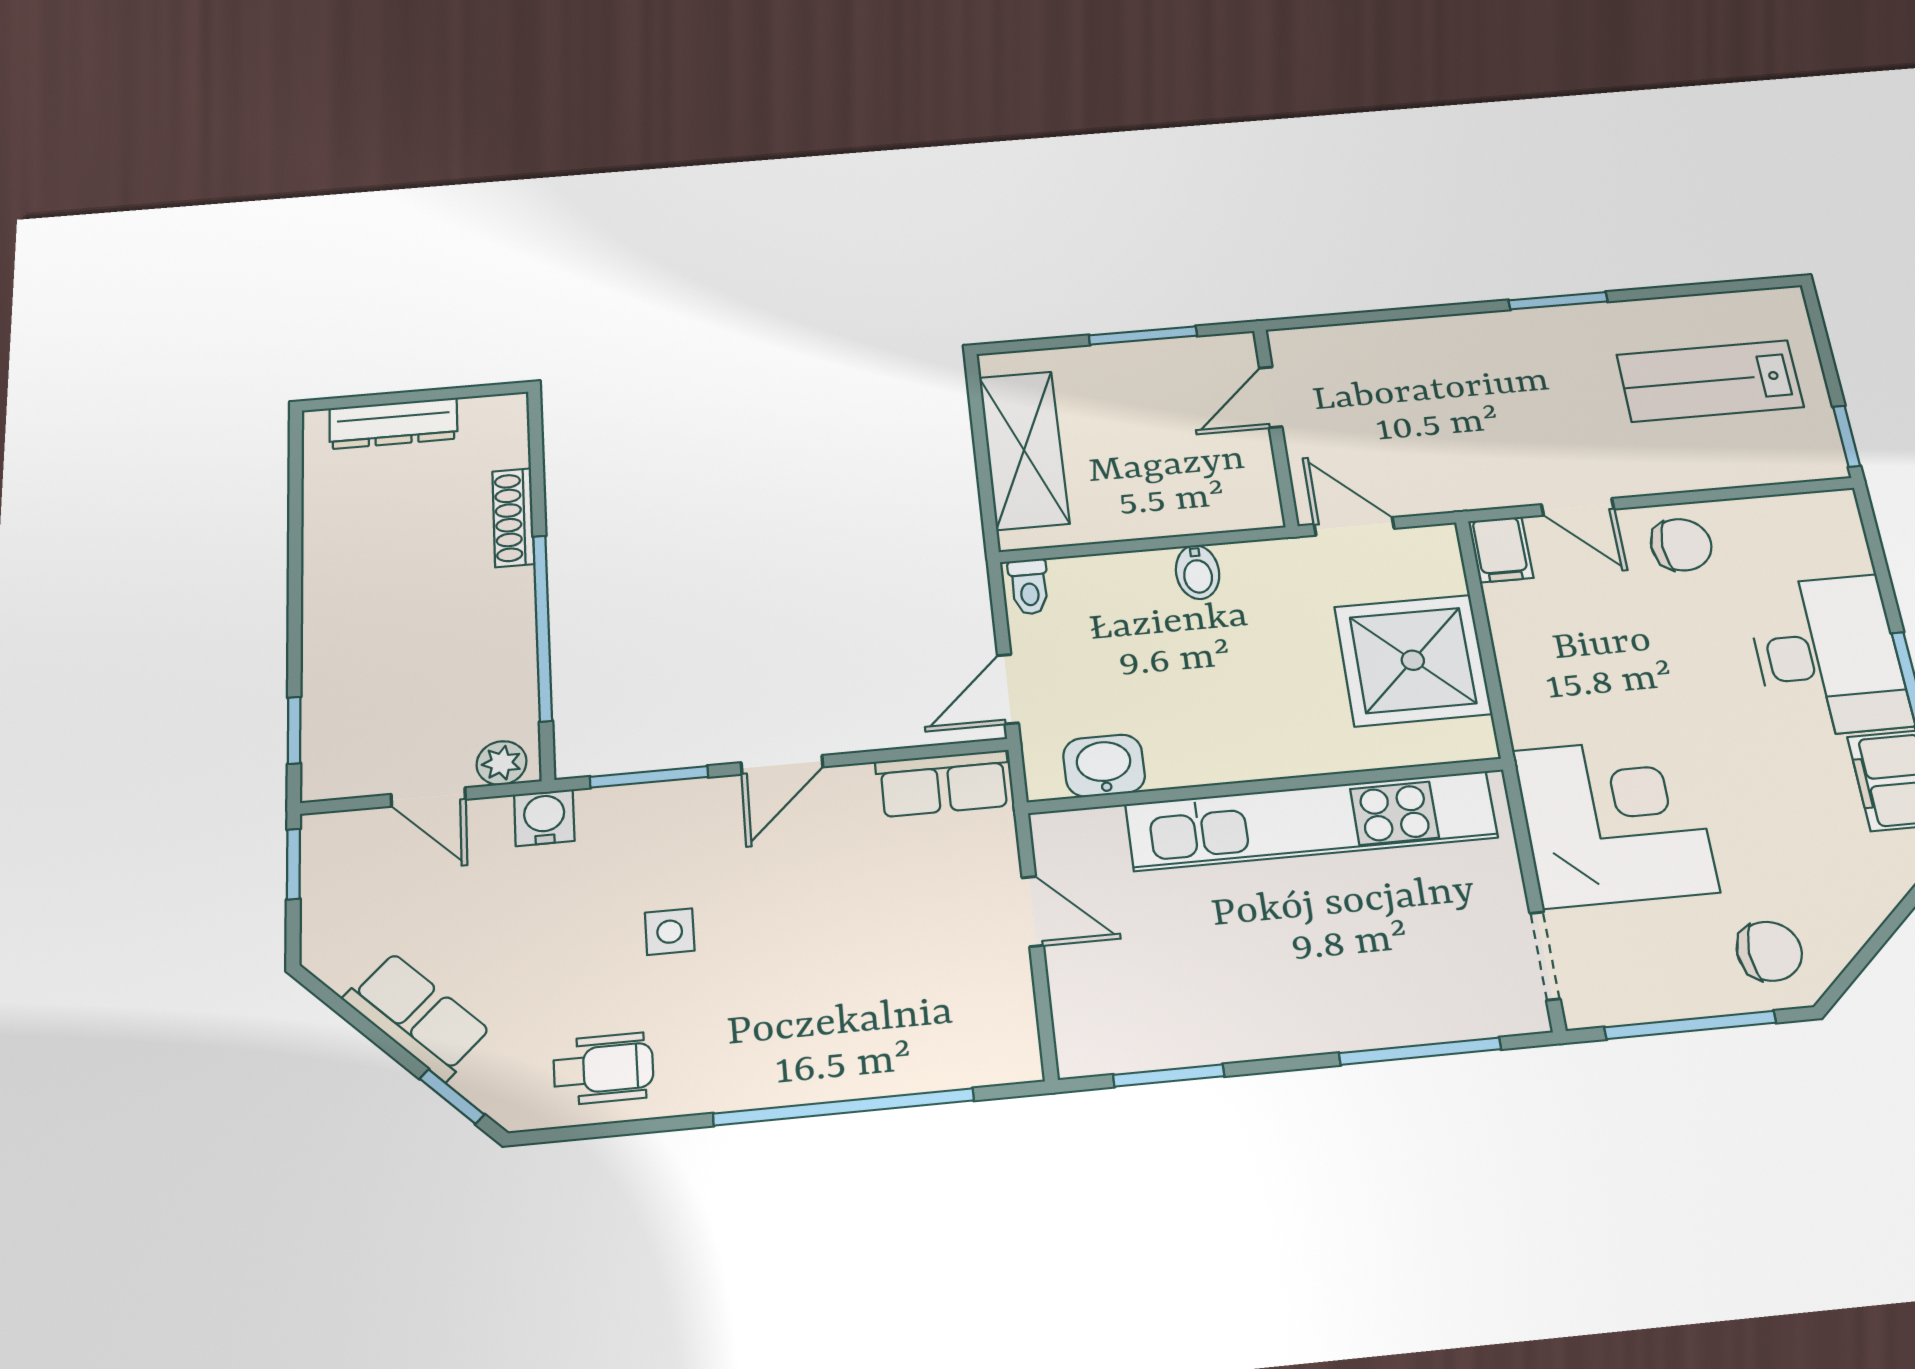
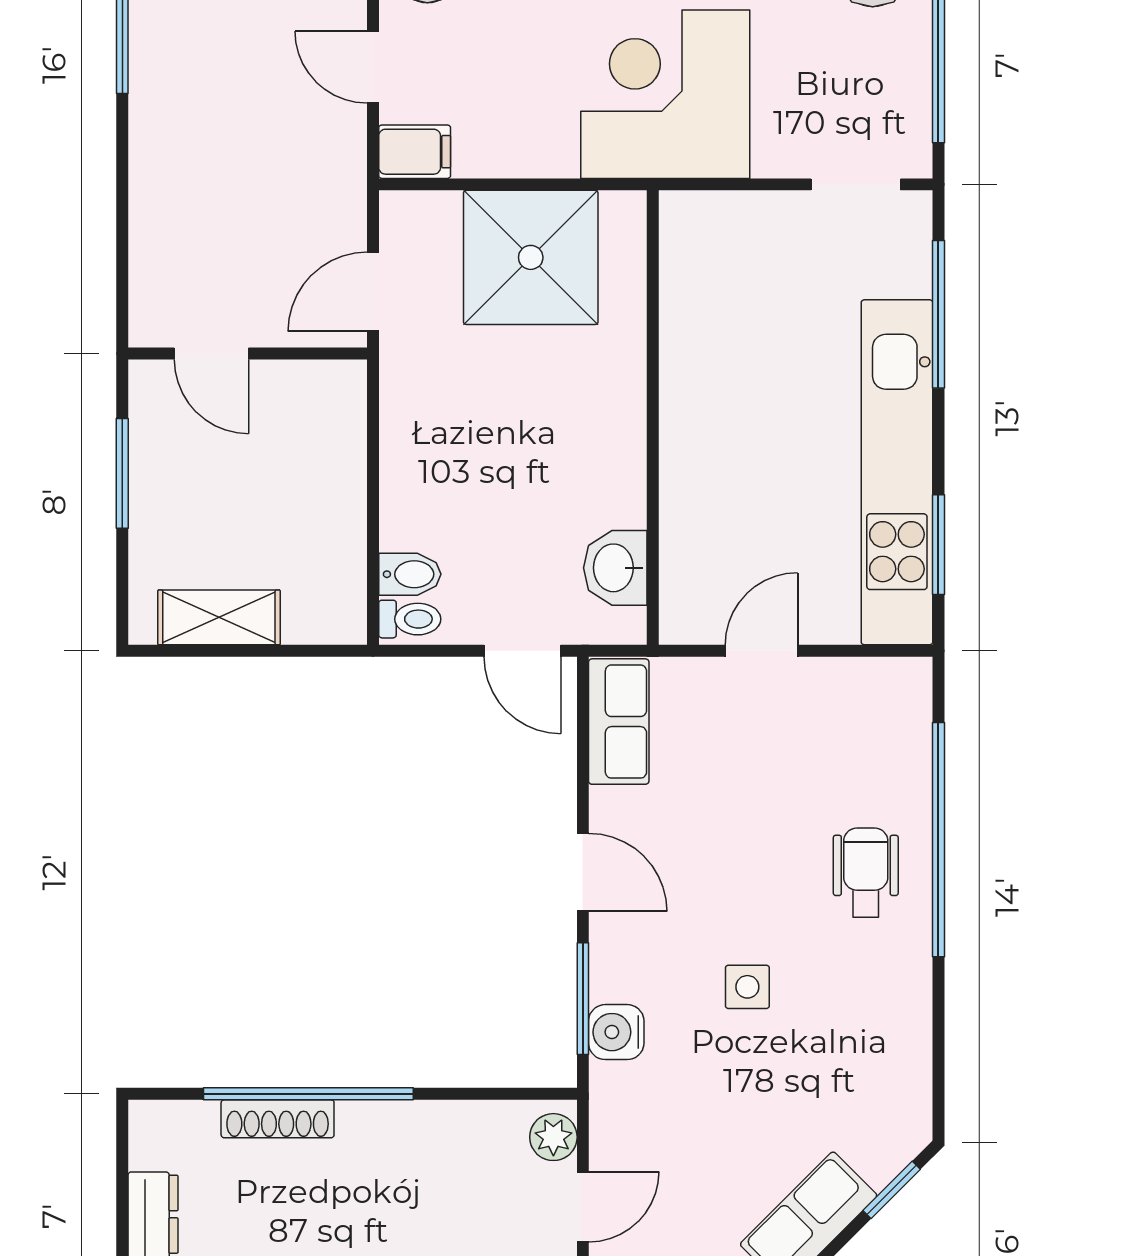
shelving: (1024, 450) -> (219, 617), width x0.67, depth x0.75
door: (1578, 507) -> (373, 67), swing flipped
bidet: (1198, 572) -> (410, 574), moved
window: (543, 627) -> (308, 1094), moved
water cooler: (544, 818) -> (616, 1032), moved
kitchen unit: (1311, 821) -> (897, 472), moved, turned 180
corner desk: (1615, 821) -> (665, 94), moved
wheelchair: (603, 1069) -> (866, 872), moved

